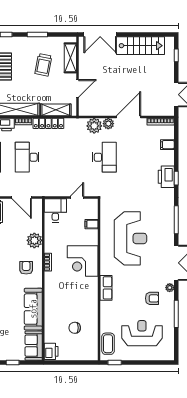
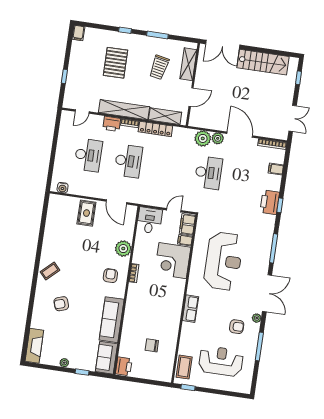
door: (128, 117) -> (240, 135), hinge flipped
desk: (27, 157) -> (128, 161), turned 180
filing cabinet: (92, 209) -> (187, 224), added
corner desk: (83, 261) -> (173, 261), moved

